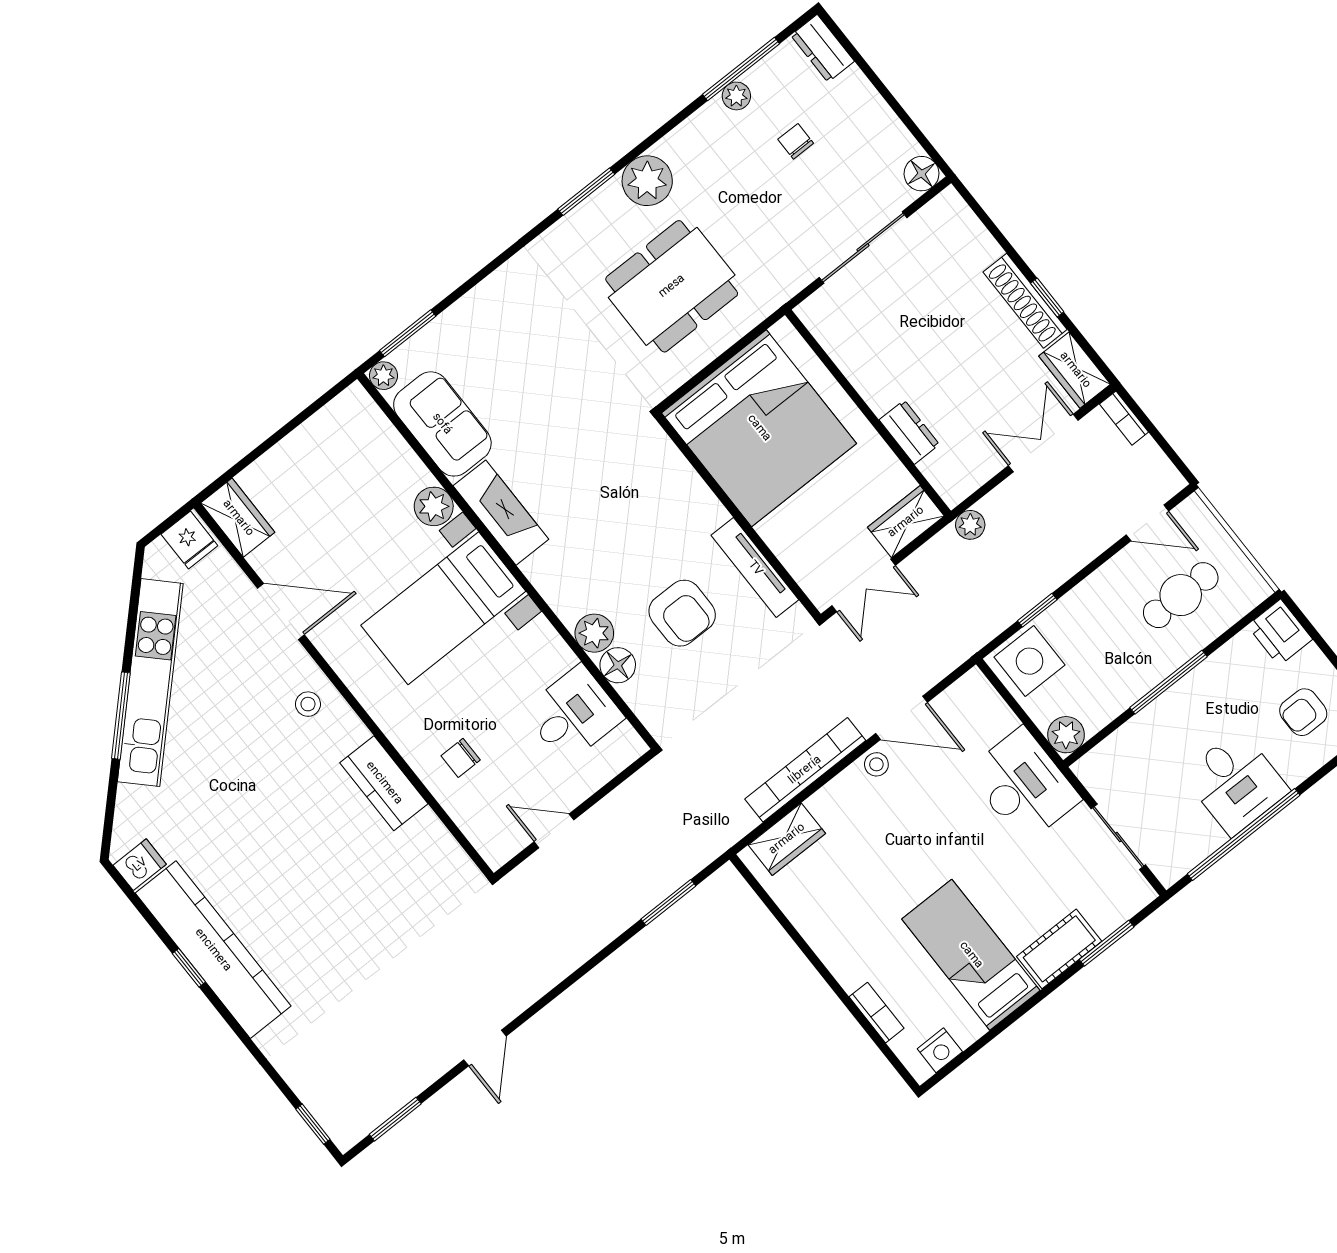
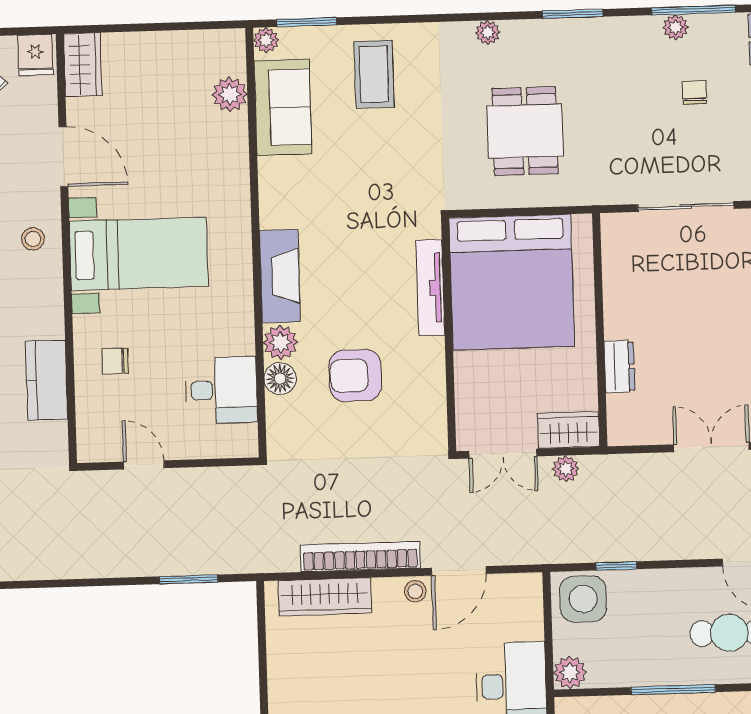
plant: (647, 181) -> (488, 33), moved, width x0.53, depth x0.53
window: (586, 192) -> (573, 14), moved
dining table: (672, 286) -> (525, 131), width x0.73
coffee table: (501, 335) -> (374, 74), added
plant: (434, 506) -> (230, 94), moved
fireplace: (501, 513) -> (280, 276), moved
plant: (970, 525) -> (566, 469), moved
tv unit: (755, 568) -> (430, 288), moved
bed with nightstands: (443, 608) -> (139, 254), moved, turned 180
armchair: (682, 613) -> (355, 375), turned 90
door: (901, 718) -> (459, 571), hinge flipped
kitchen counter: (384, 783) -> (47, 380), moved
wardrobe: (787, 839) -> (325, 597), width x1.50

